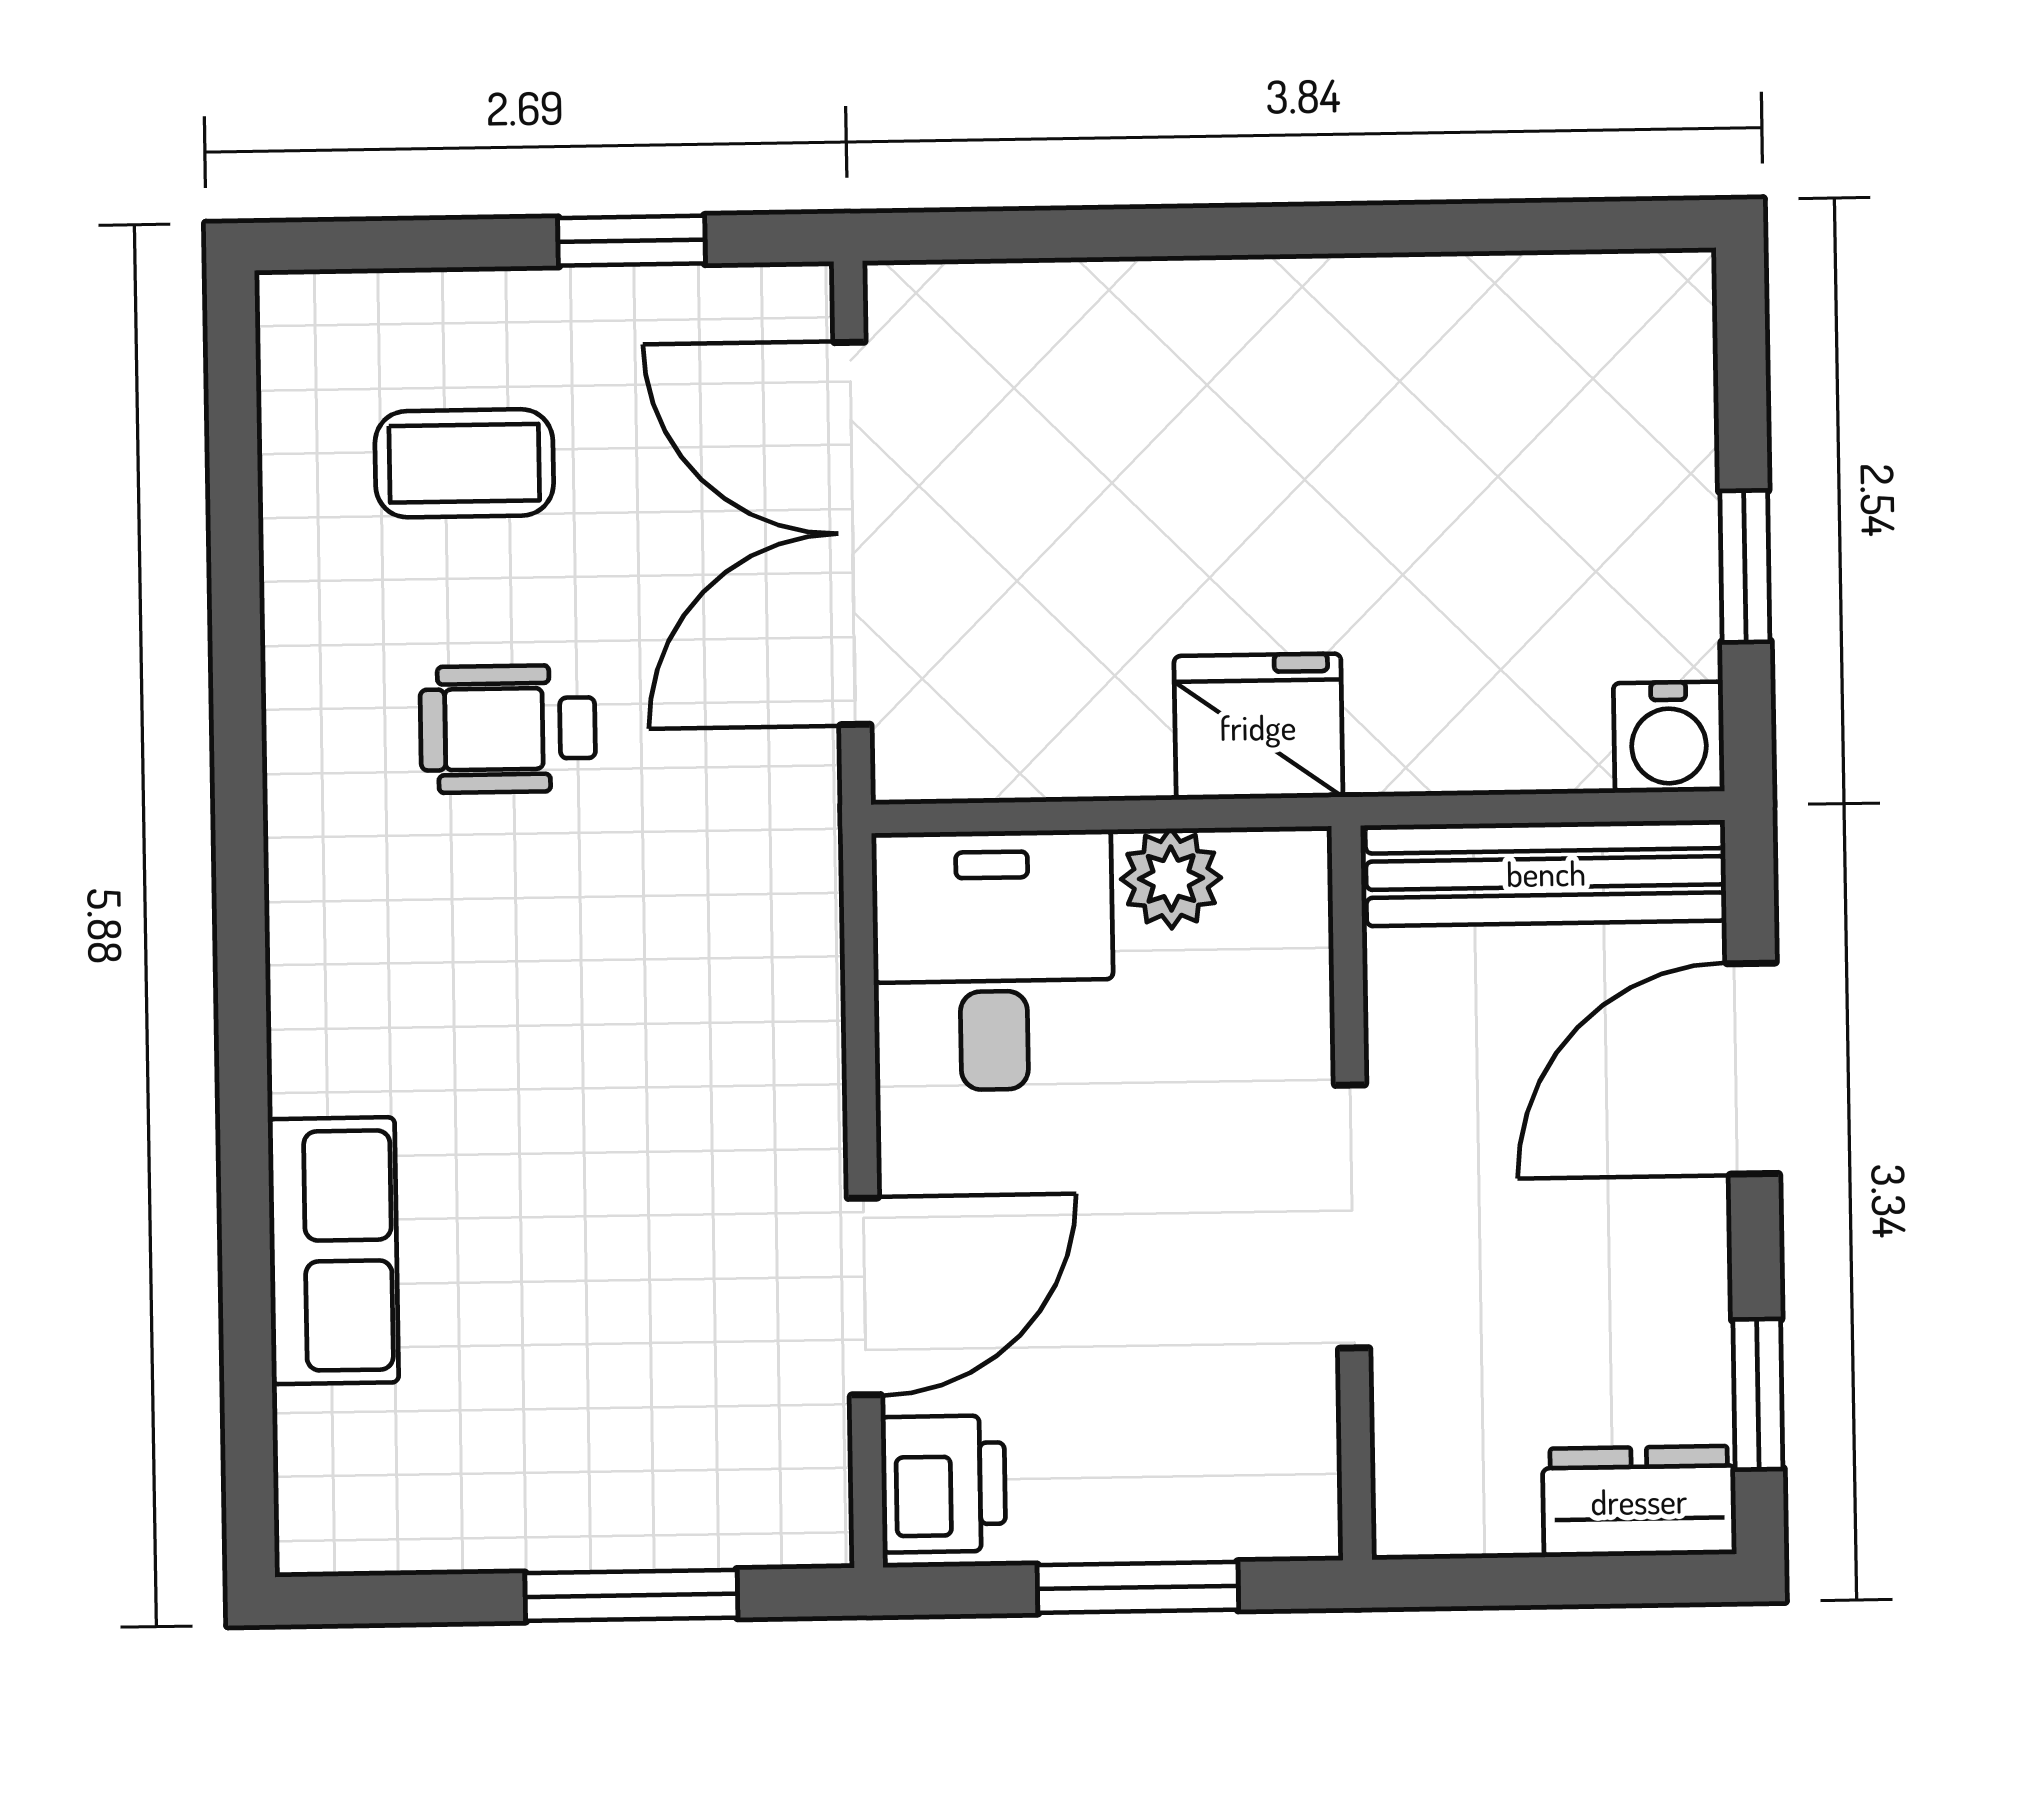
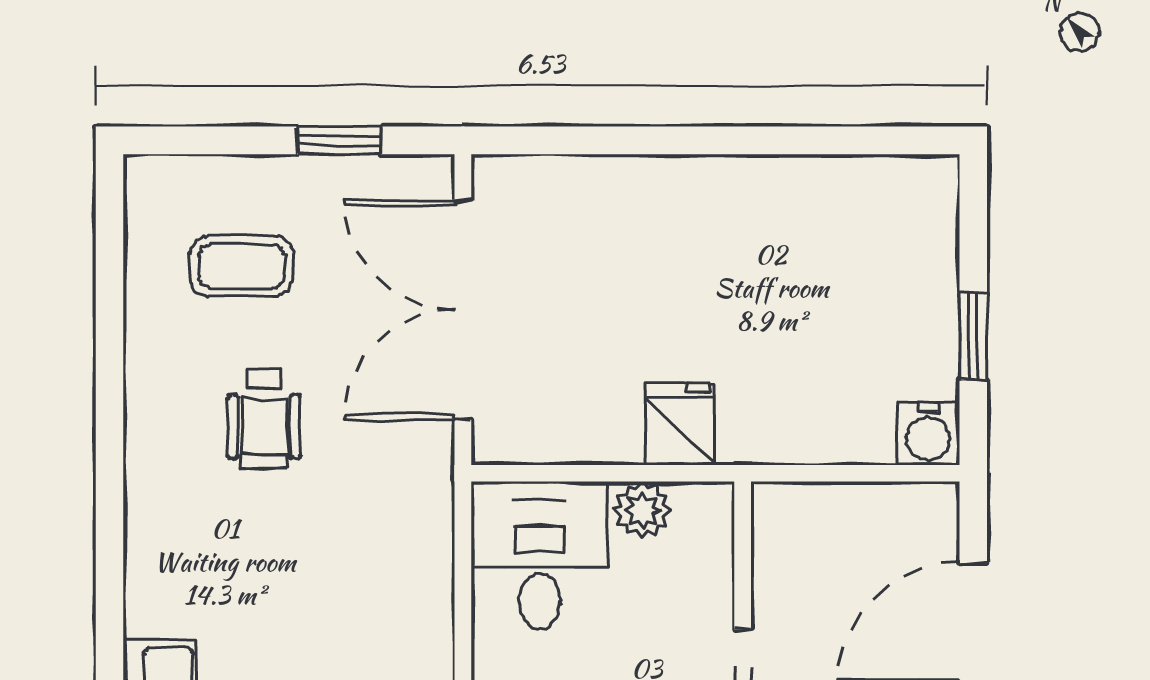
fridge: (1258, 727) -> (680, 424), width x0.72
wheelchair: (508, 729) -> (264, 419), turned -90
bench: (1546, 873) -> (857, 510), removed

